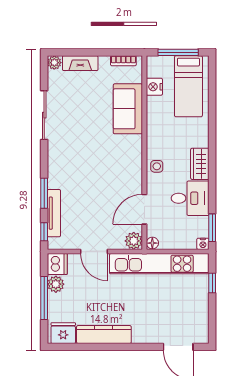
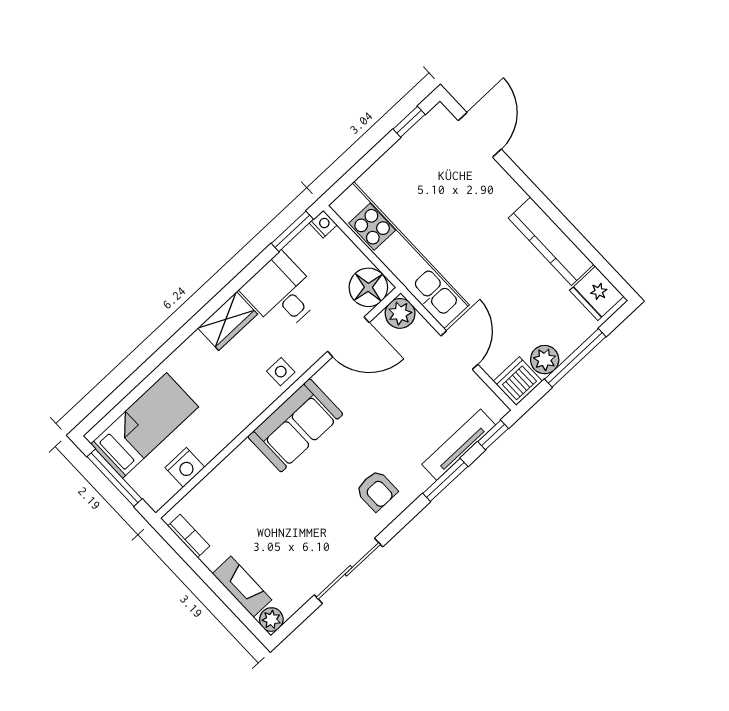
sofa: (128, 109) -> (295, 425), moved
armchair: (67, 159) -> (377, 491), added
floor lamp: (152, 243) -> (368, 287), width x1.89, depth x1.89
window: (212, 283) -> (409, 122), moved

